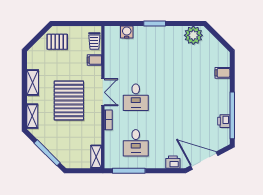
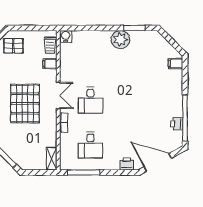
window: (155, 24) -> (134, 28), moved
water cooler: (127, 32) -> (66, 36), moved
plant: (193, 35) -> (120, 40), moved
filing cabinet: (222, 73) -> (176, 64), moved

